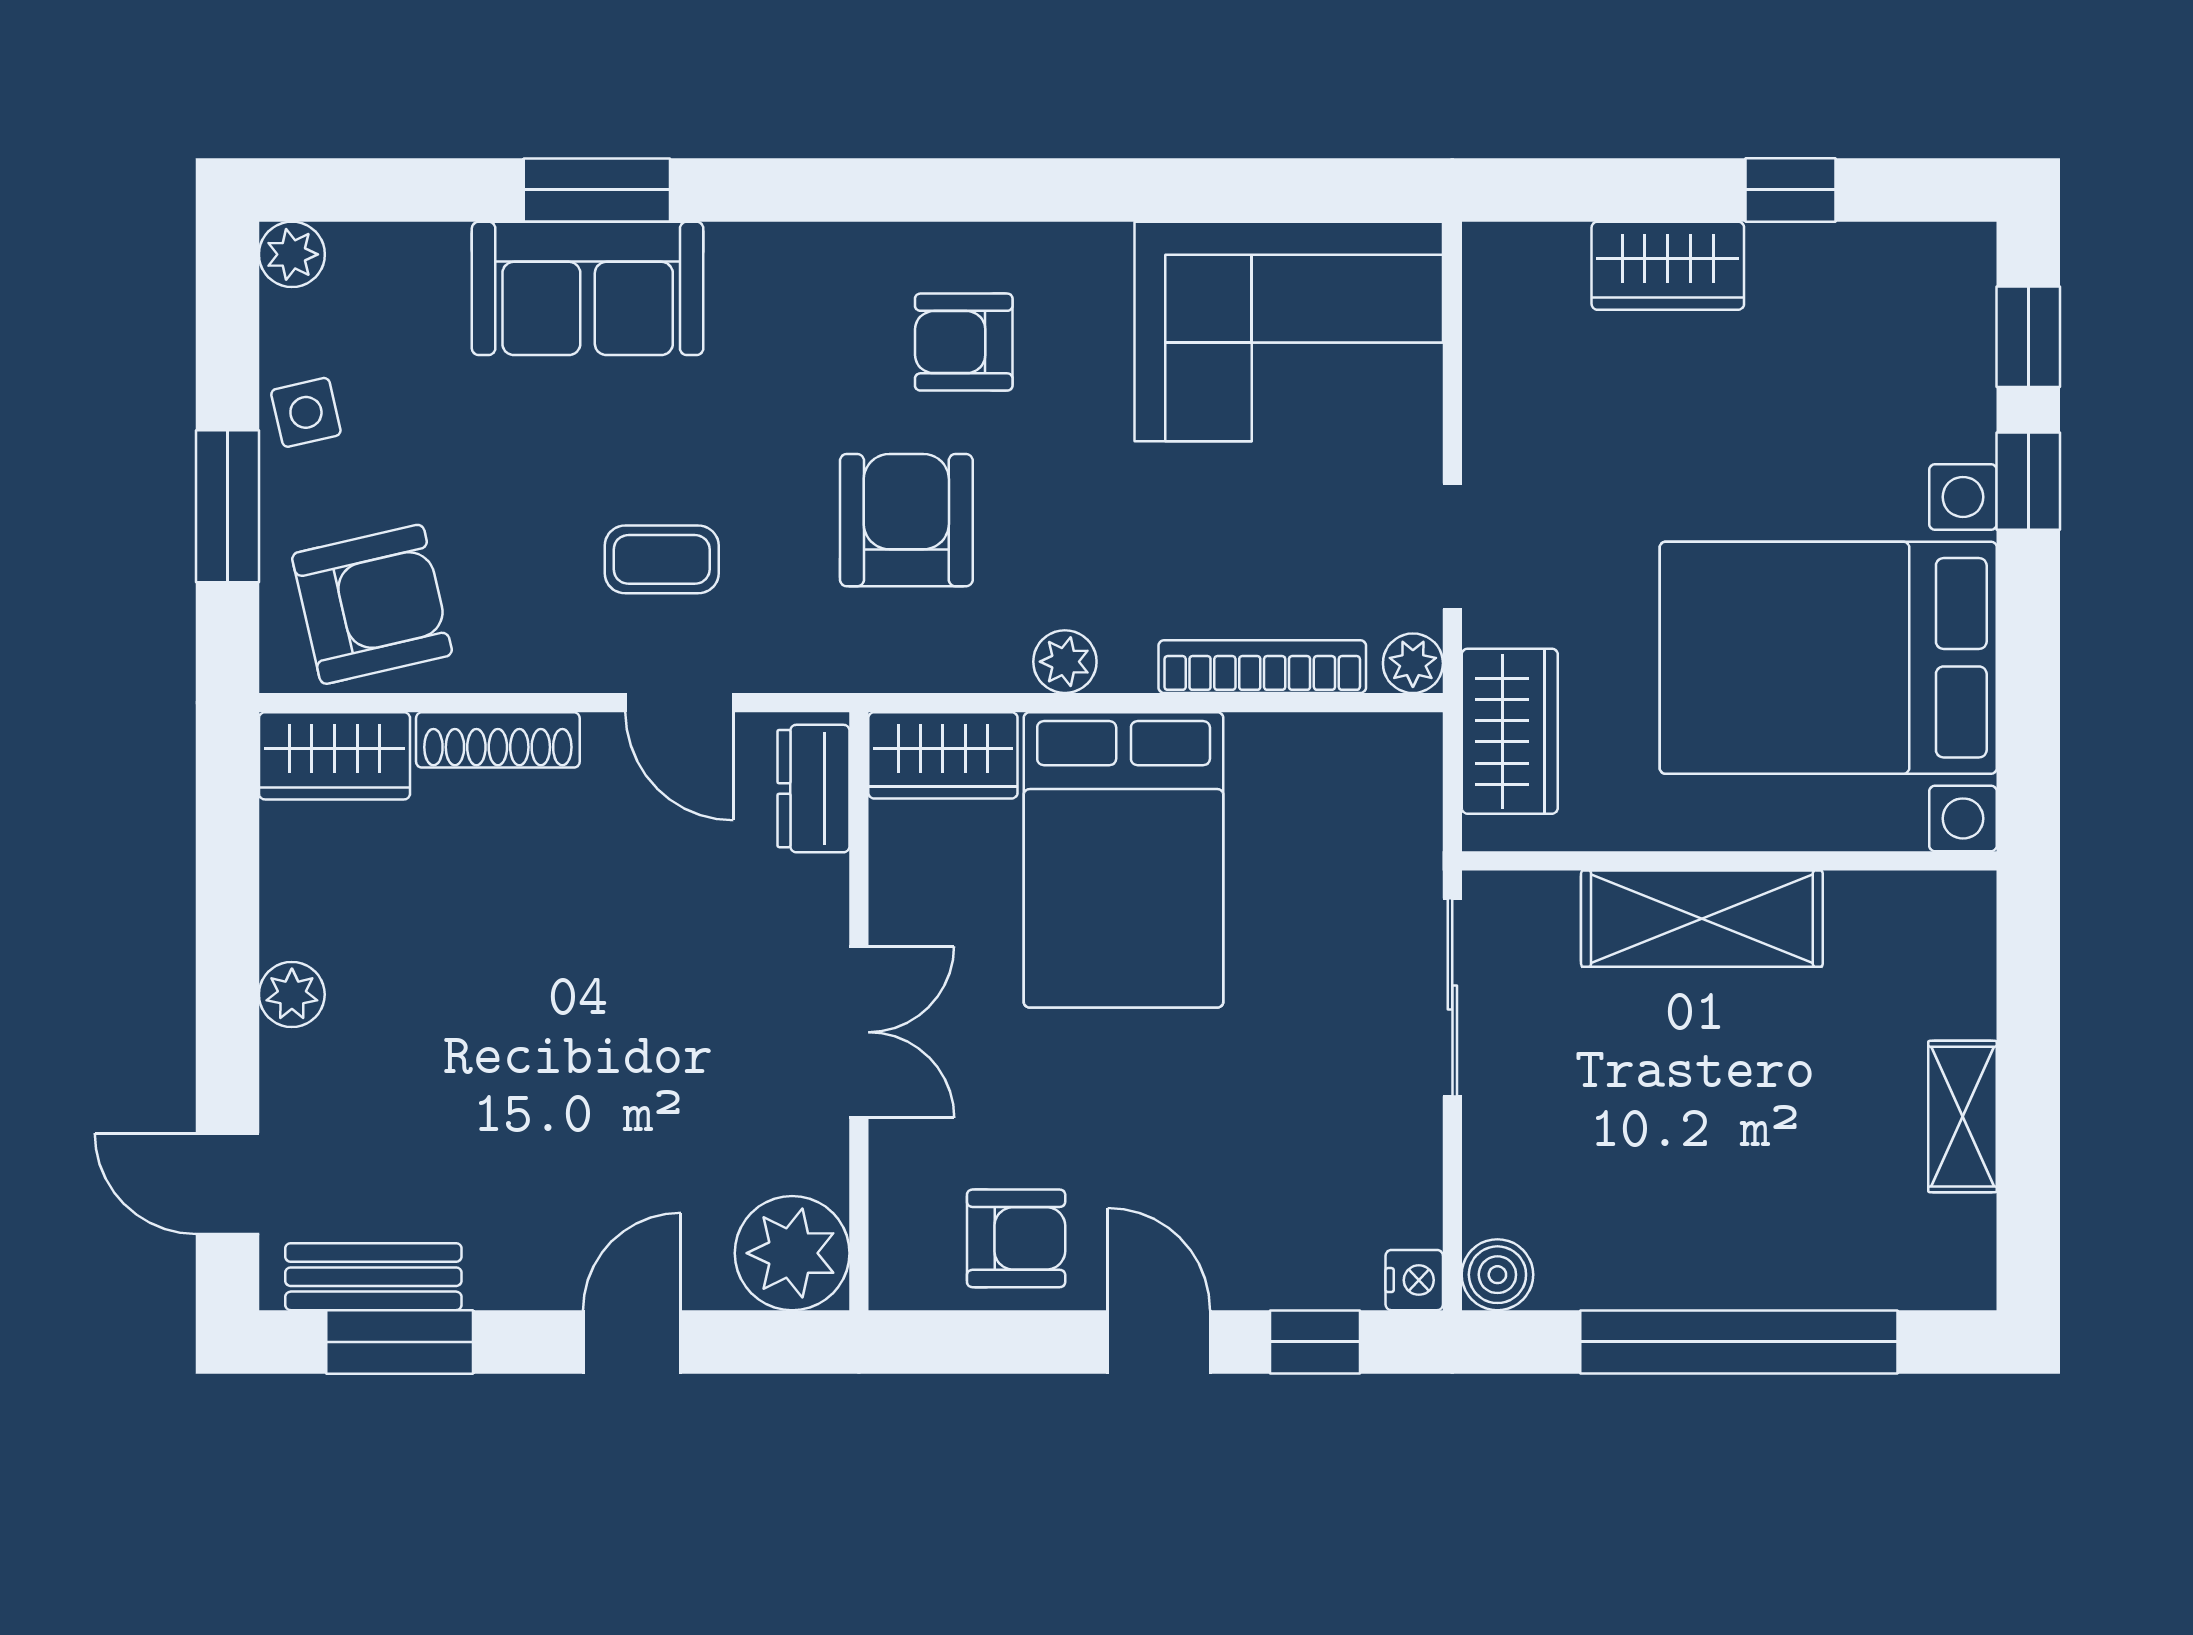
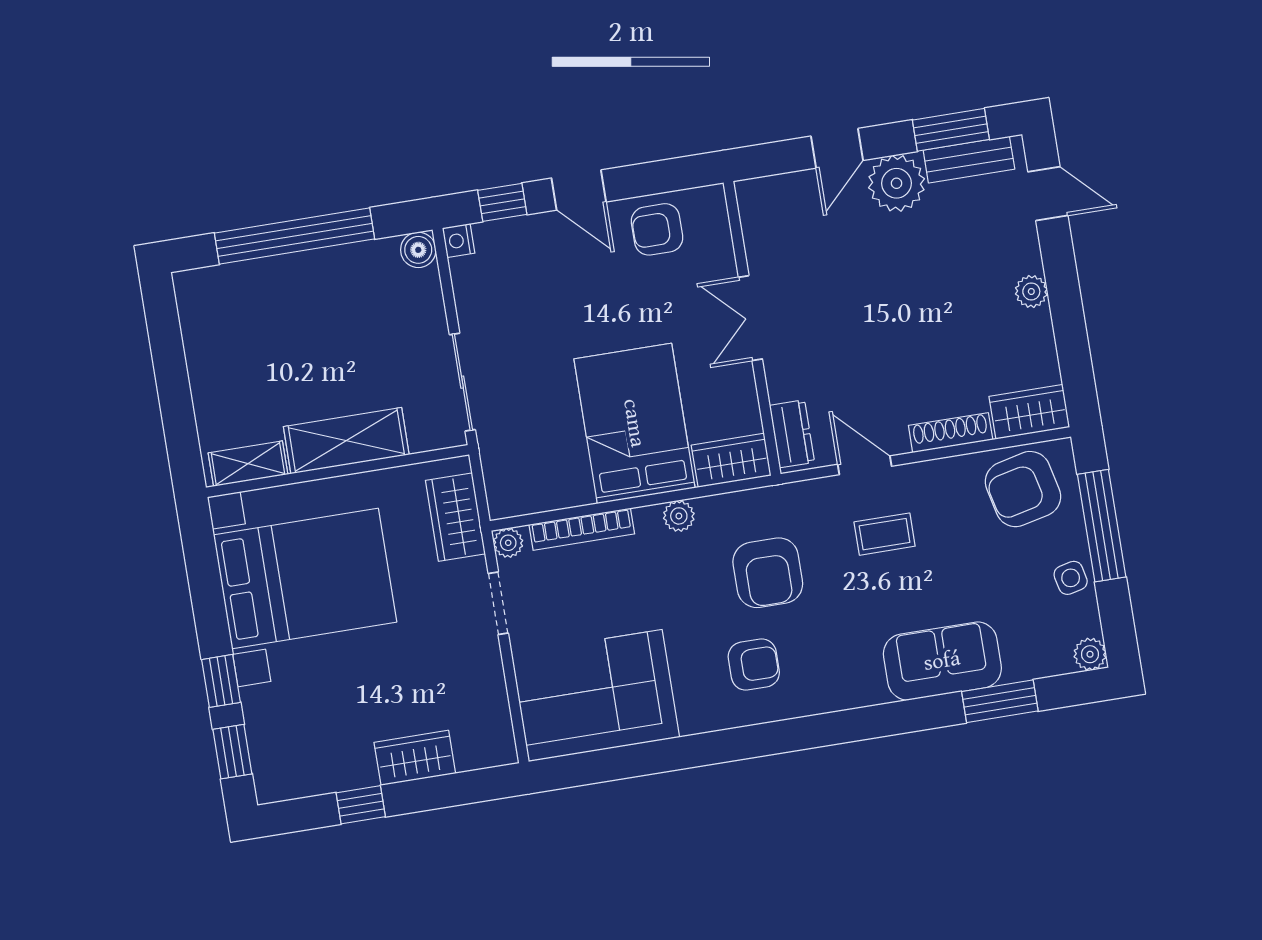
window: (597, 190) -> (1000, 701), moved
window: (227, 506) -> (1102, 526), width x1.44
shelving: (1963, 1117) -> (248, 464), moved, turned 90
plant: (792, 1253) -> (897, 183), moved

